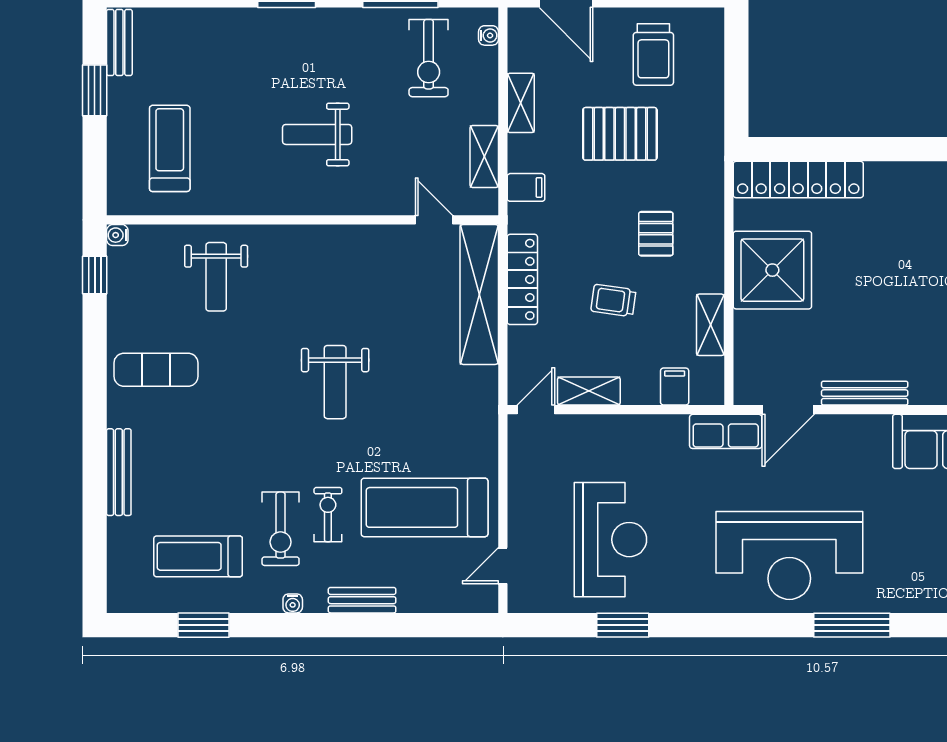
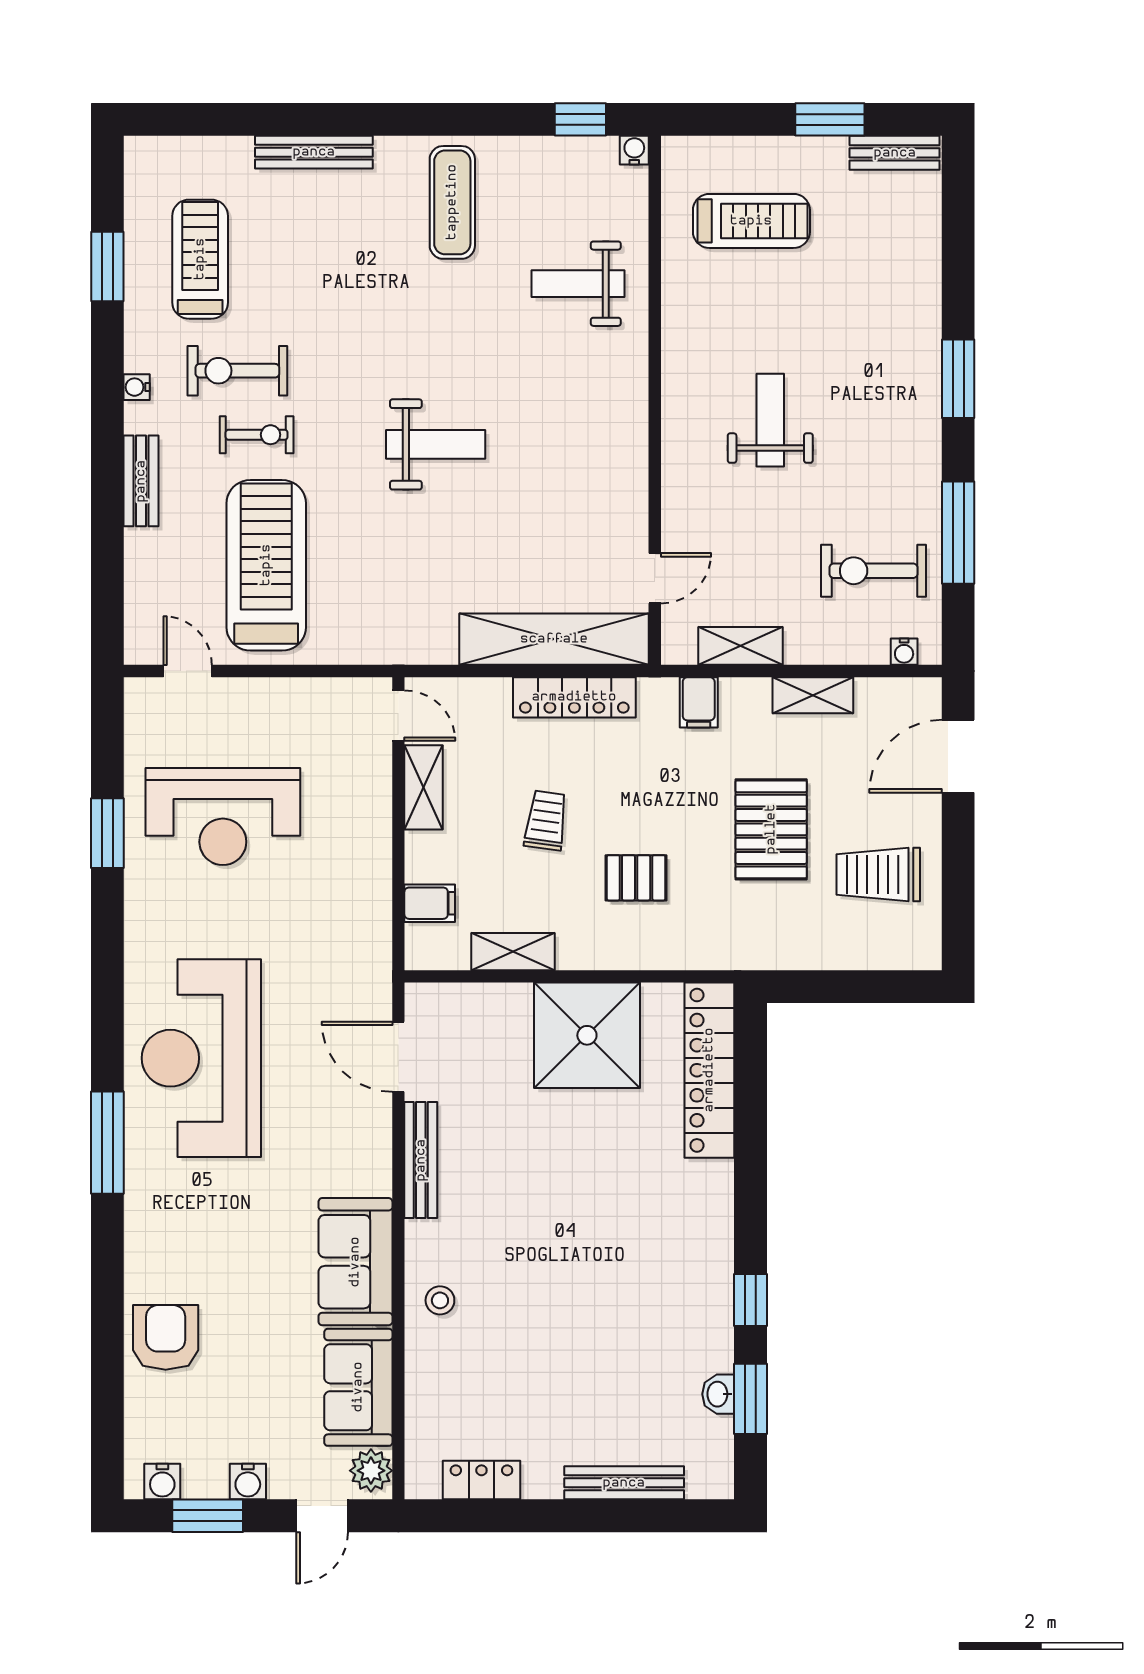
weight bench: (335, 382) -> (436, 444), turned 180
row of seats: (726, 431) -> (369, 972), removed

